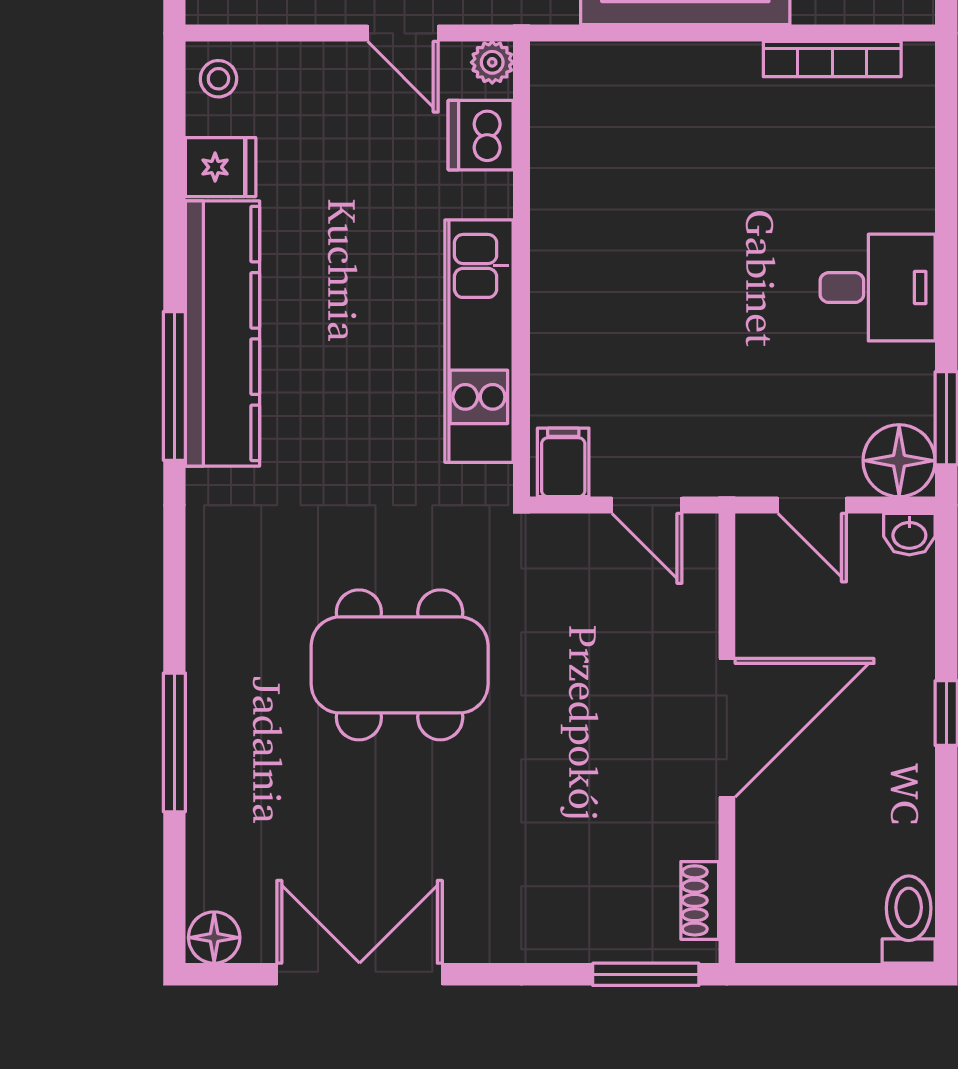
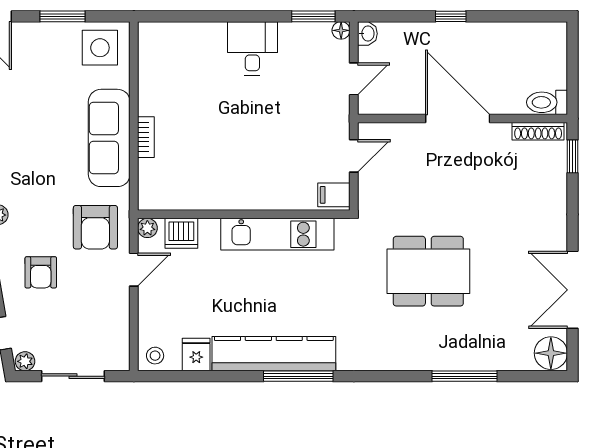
bookcase: (832, 59) -> (146, 137), moved, width x0.64
floor lamp: (899, 461) -> (341, 30), width x0.53, depth x0.53
dining table: (400, 665) -> (428, 271), turned 90
shoe rack: (700, 900) -> (538, 131), width x1.43
toilet: (909, 920) -> (547, 102), moved
floor lamp: (214, 938) -> (551, 353), width x1.38, depth x1.38
window: (646, 974) -> (573, 156), width x0.67

